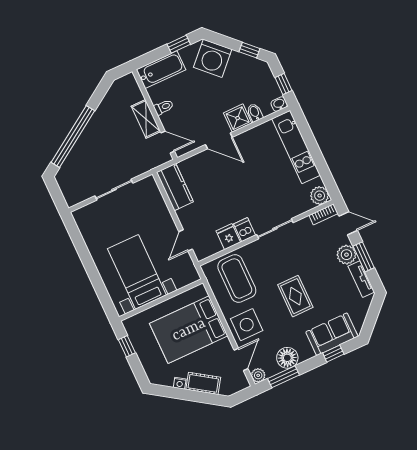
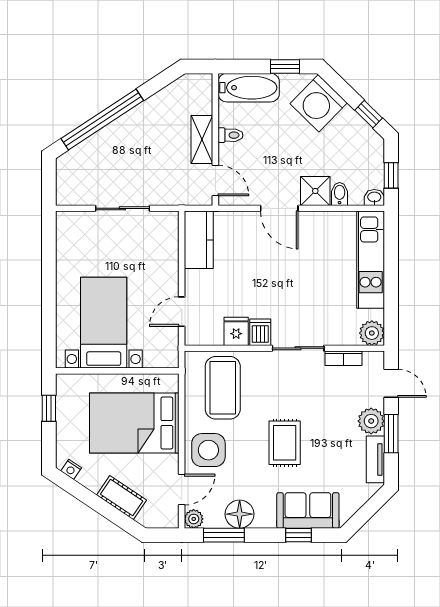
bookcase: (323, 214) -> (343, 358), moved
nightstand: (180, 383) -> (71, 469), moved

